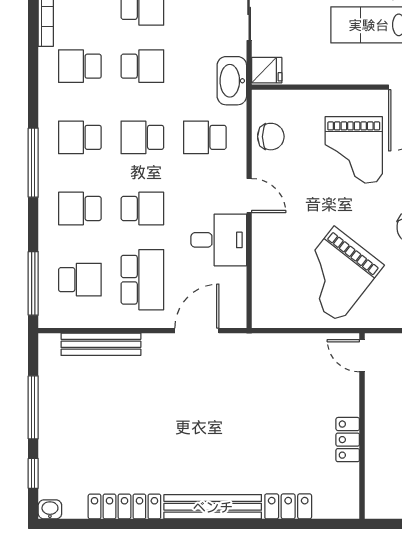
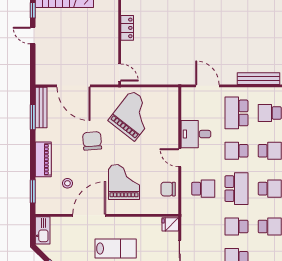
washbasin: (232, 81) -> (189, 219), removed
school desk: (142, 137) -> (236, 189), width x1.85
door: (197, 331) -> (207, 86), swing flipped

